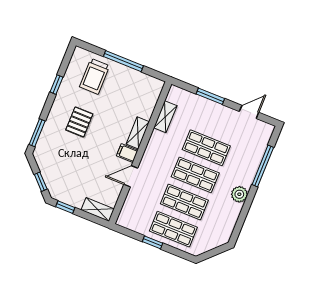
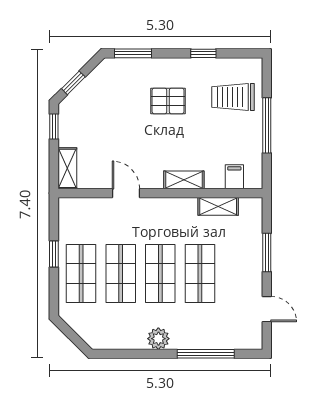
filing cabinet: (127, 153) -> (234, 177), moved

